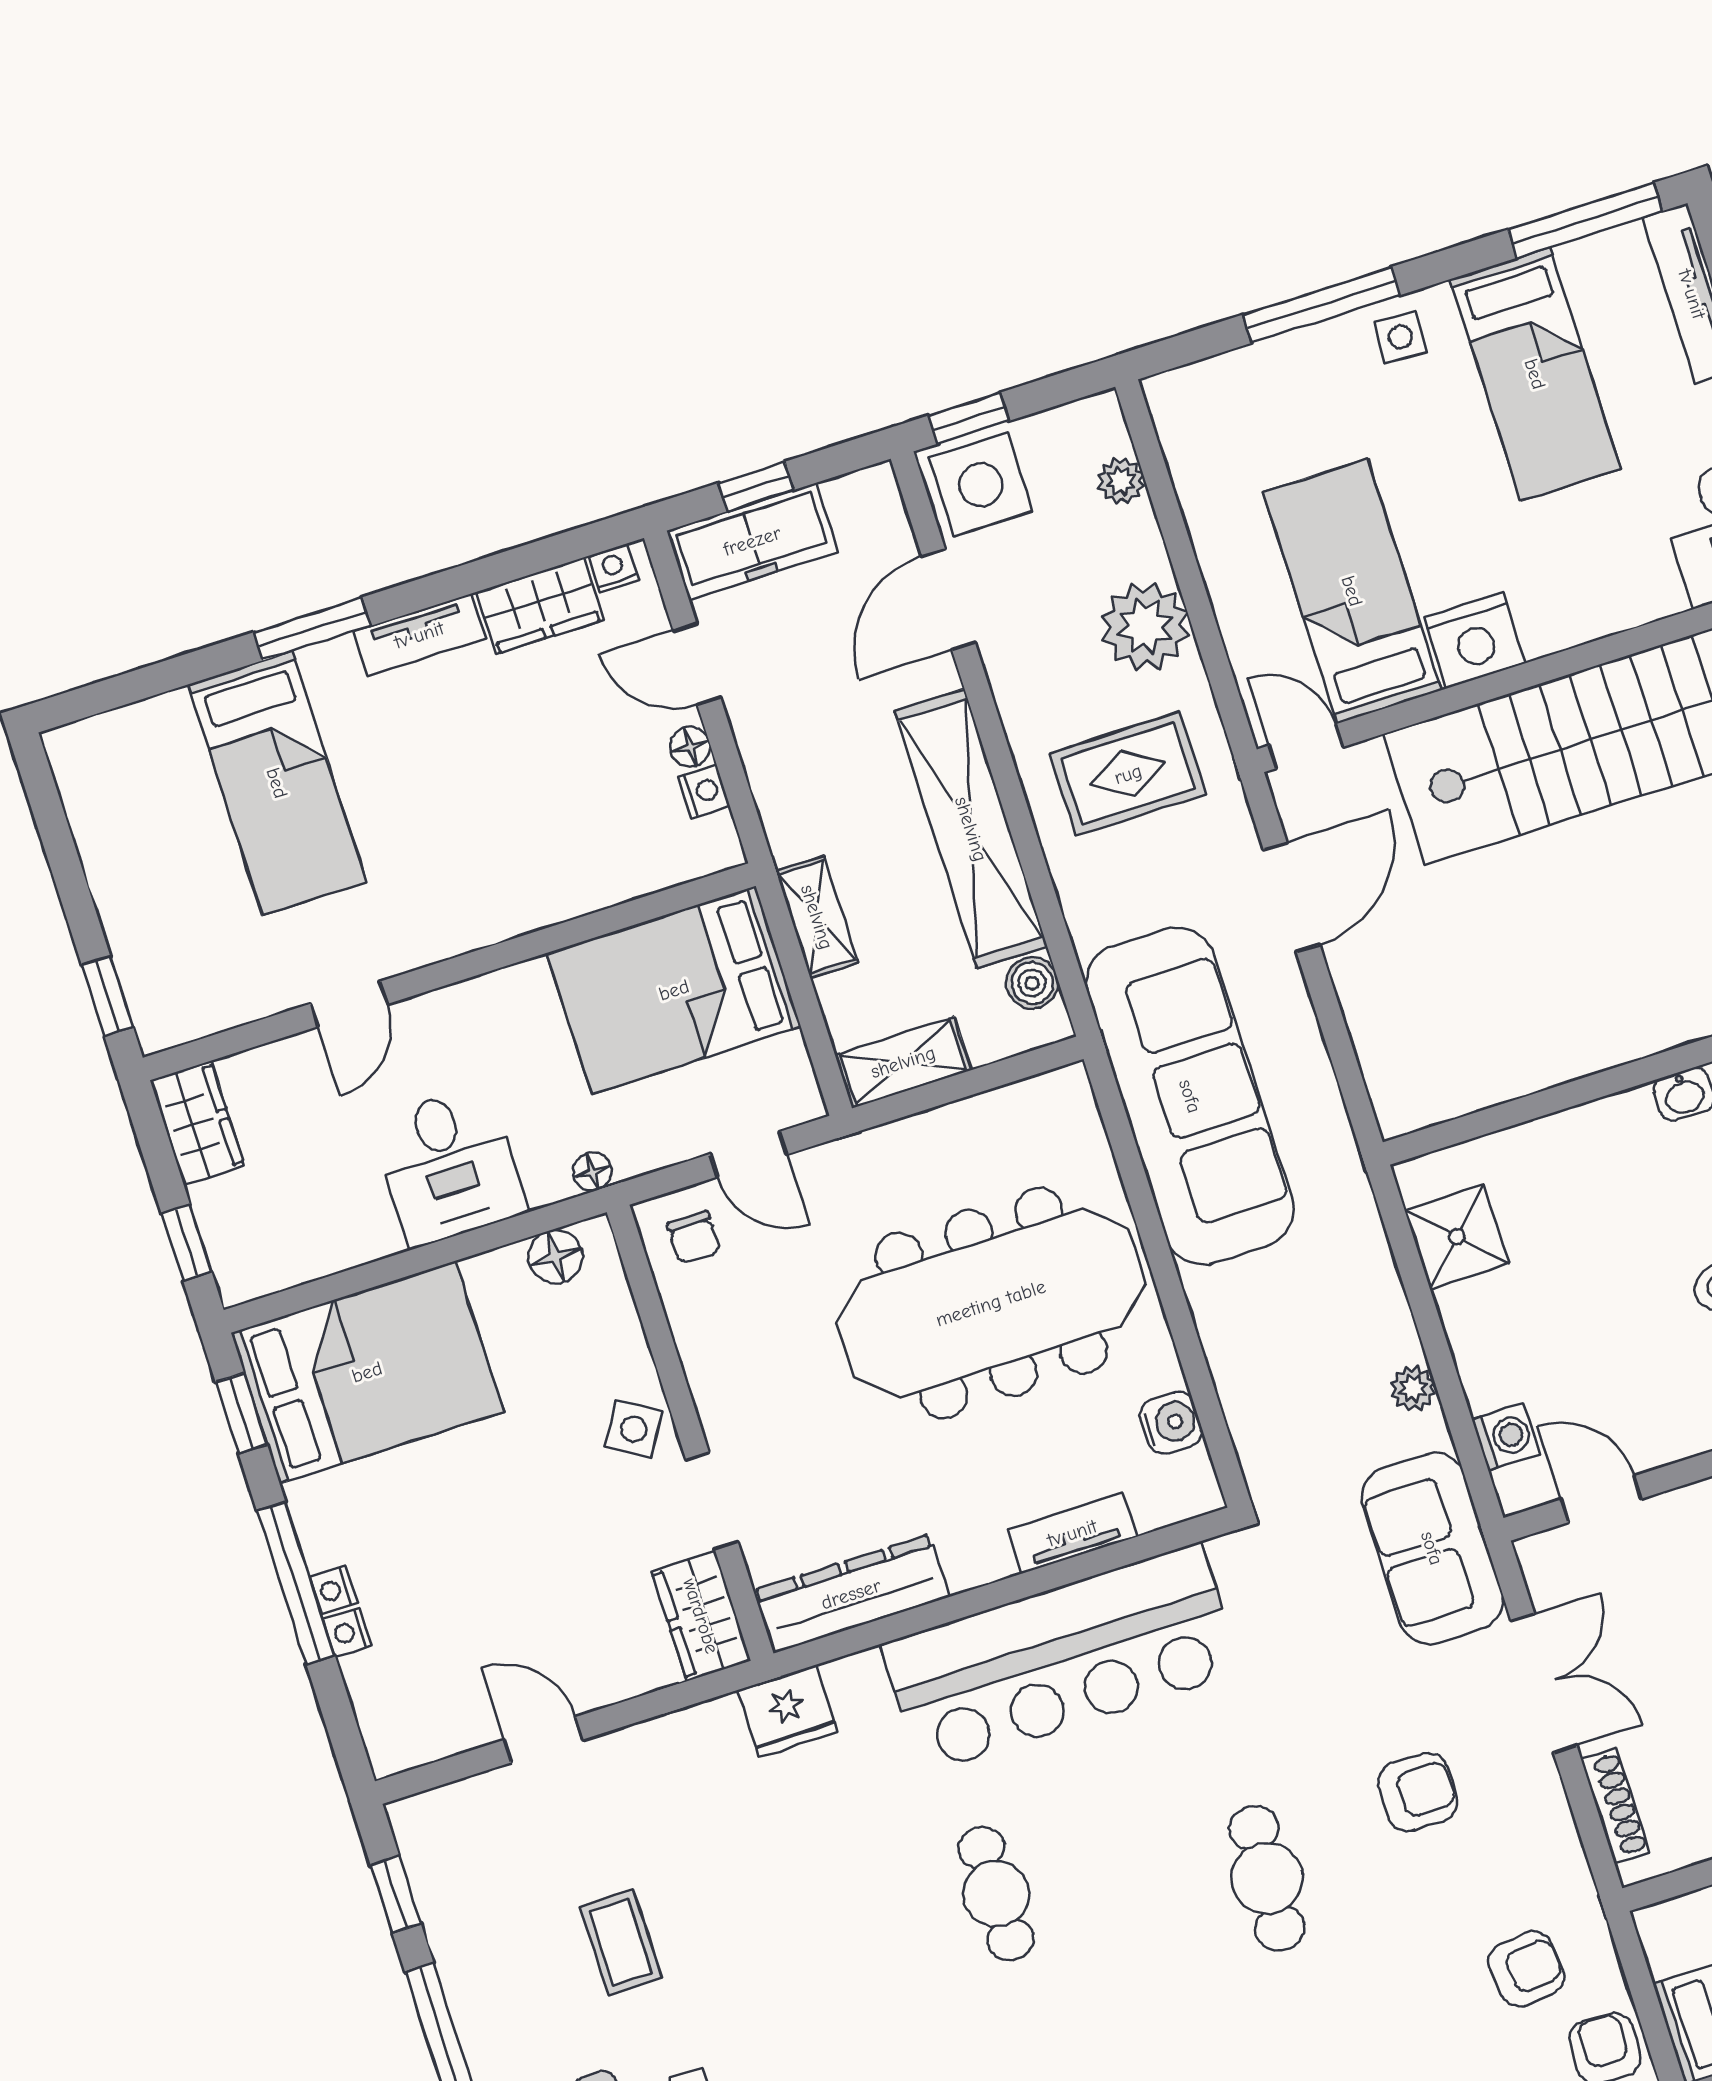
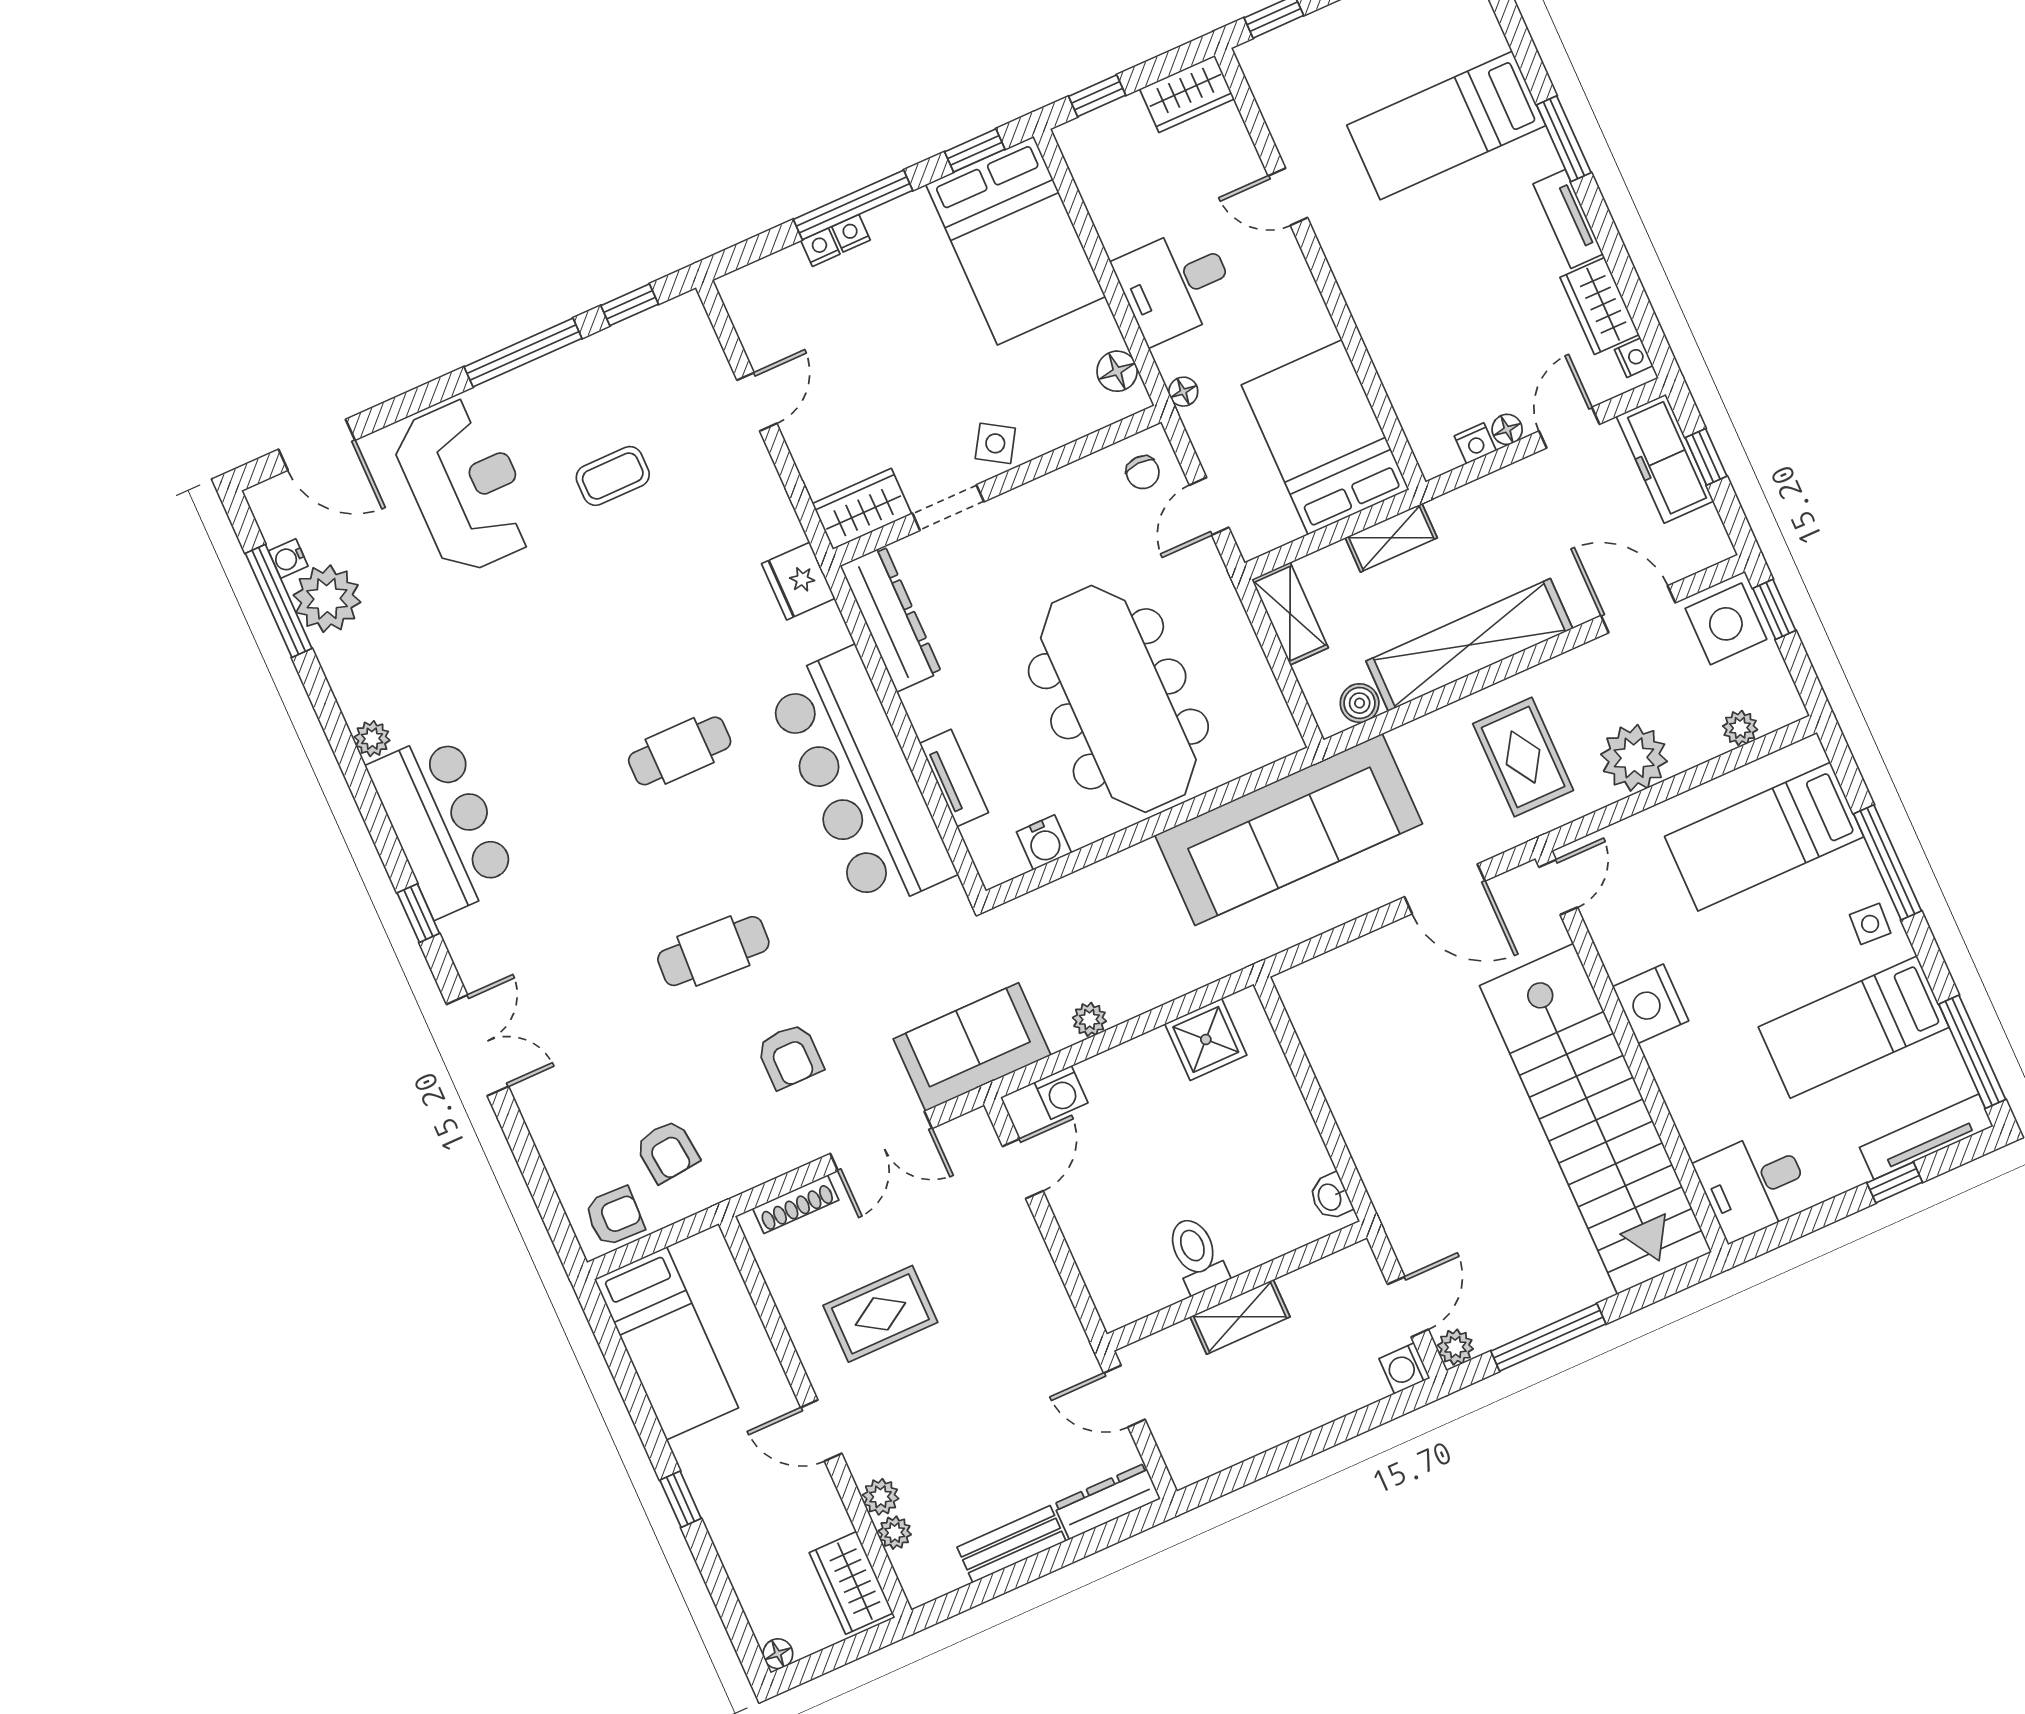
bed: (1352, 591) -> (1764, 837), moved, turned 180
chair: (694, 1237) -> (1143, 472), turned -92

